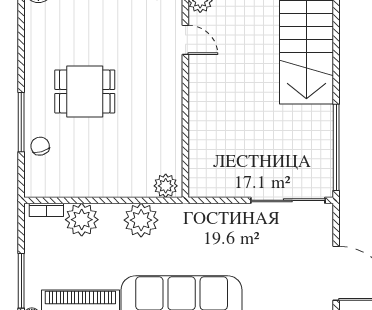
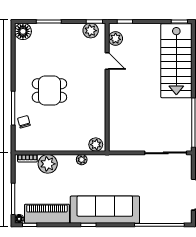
plant: (141, 220) -> (82, 160), width x0.53, depth x0.53

